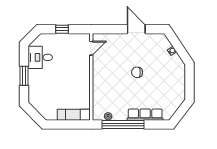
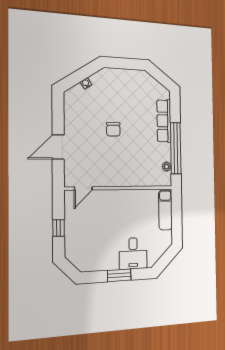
door: (136, 29) -> (58, 147), moved
door: (91, 48) -> (83, 188), swing flipped
desk: (40, 57) -> (133, 253), moved

